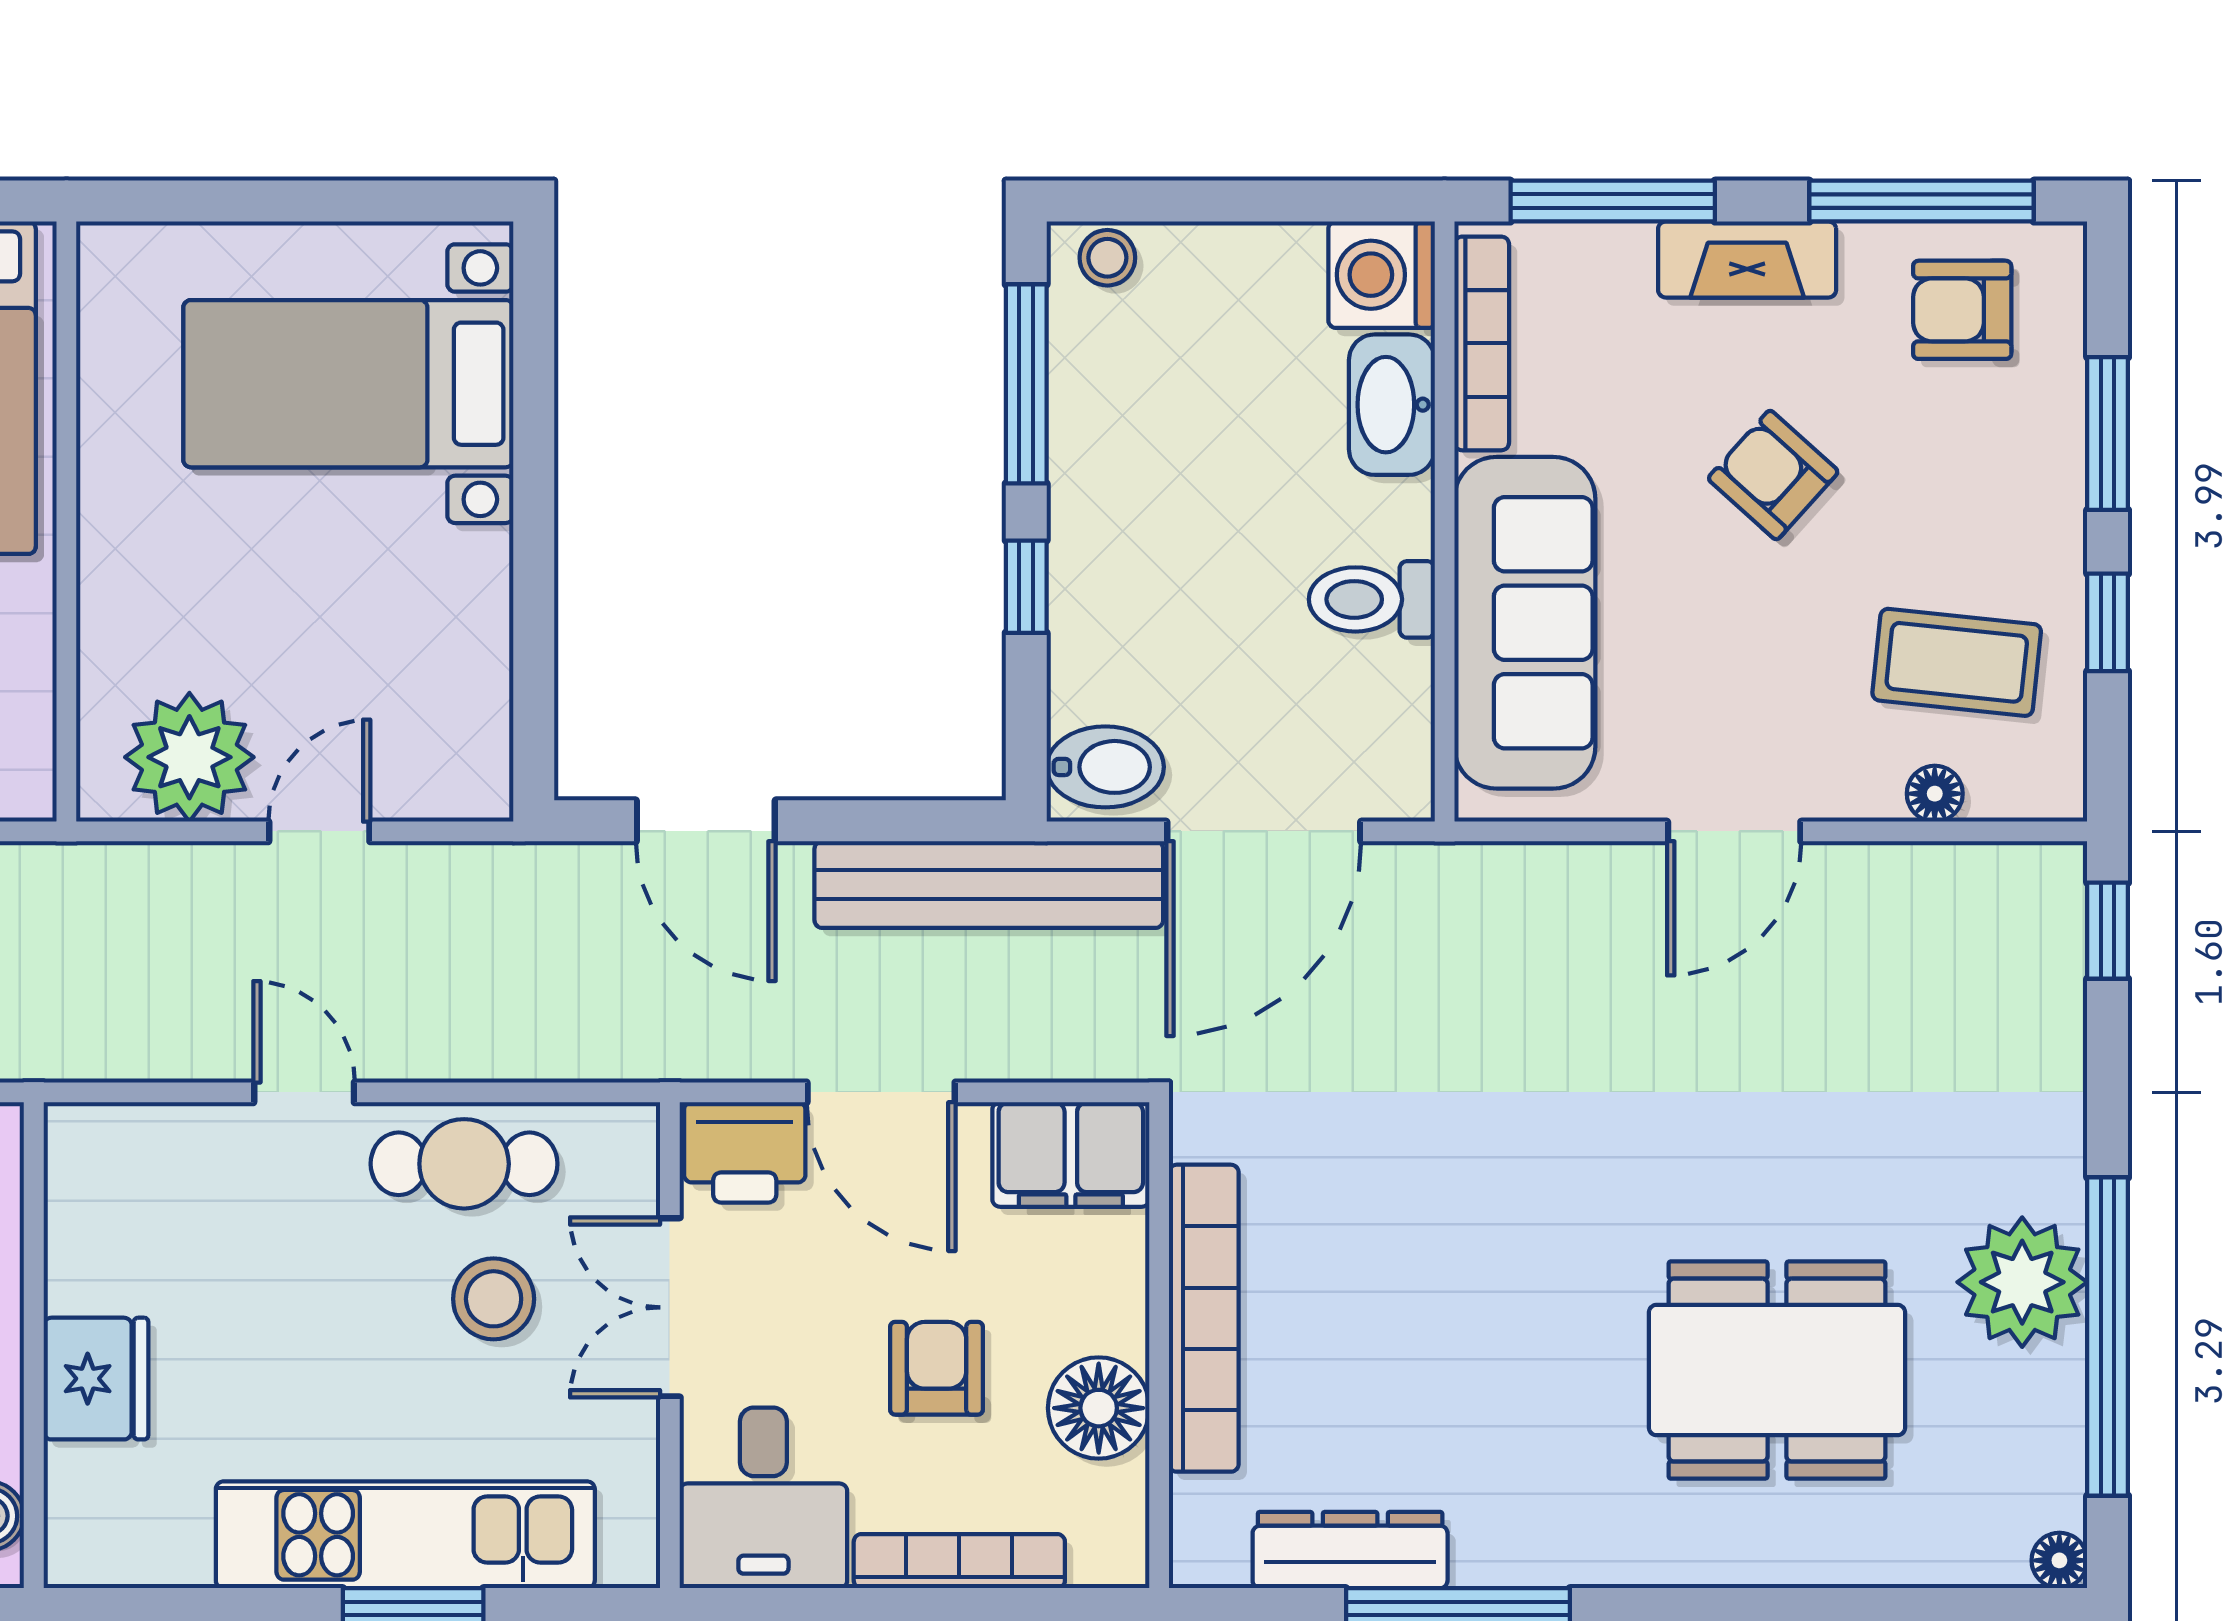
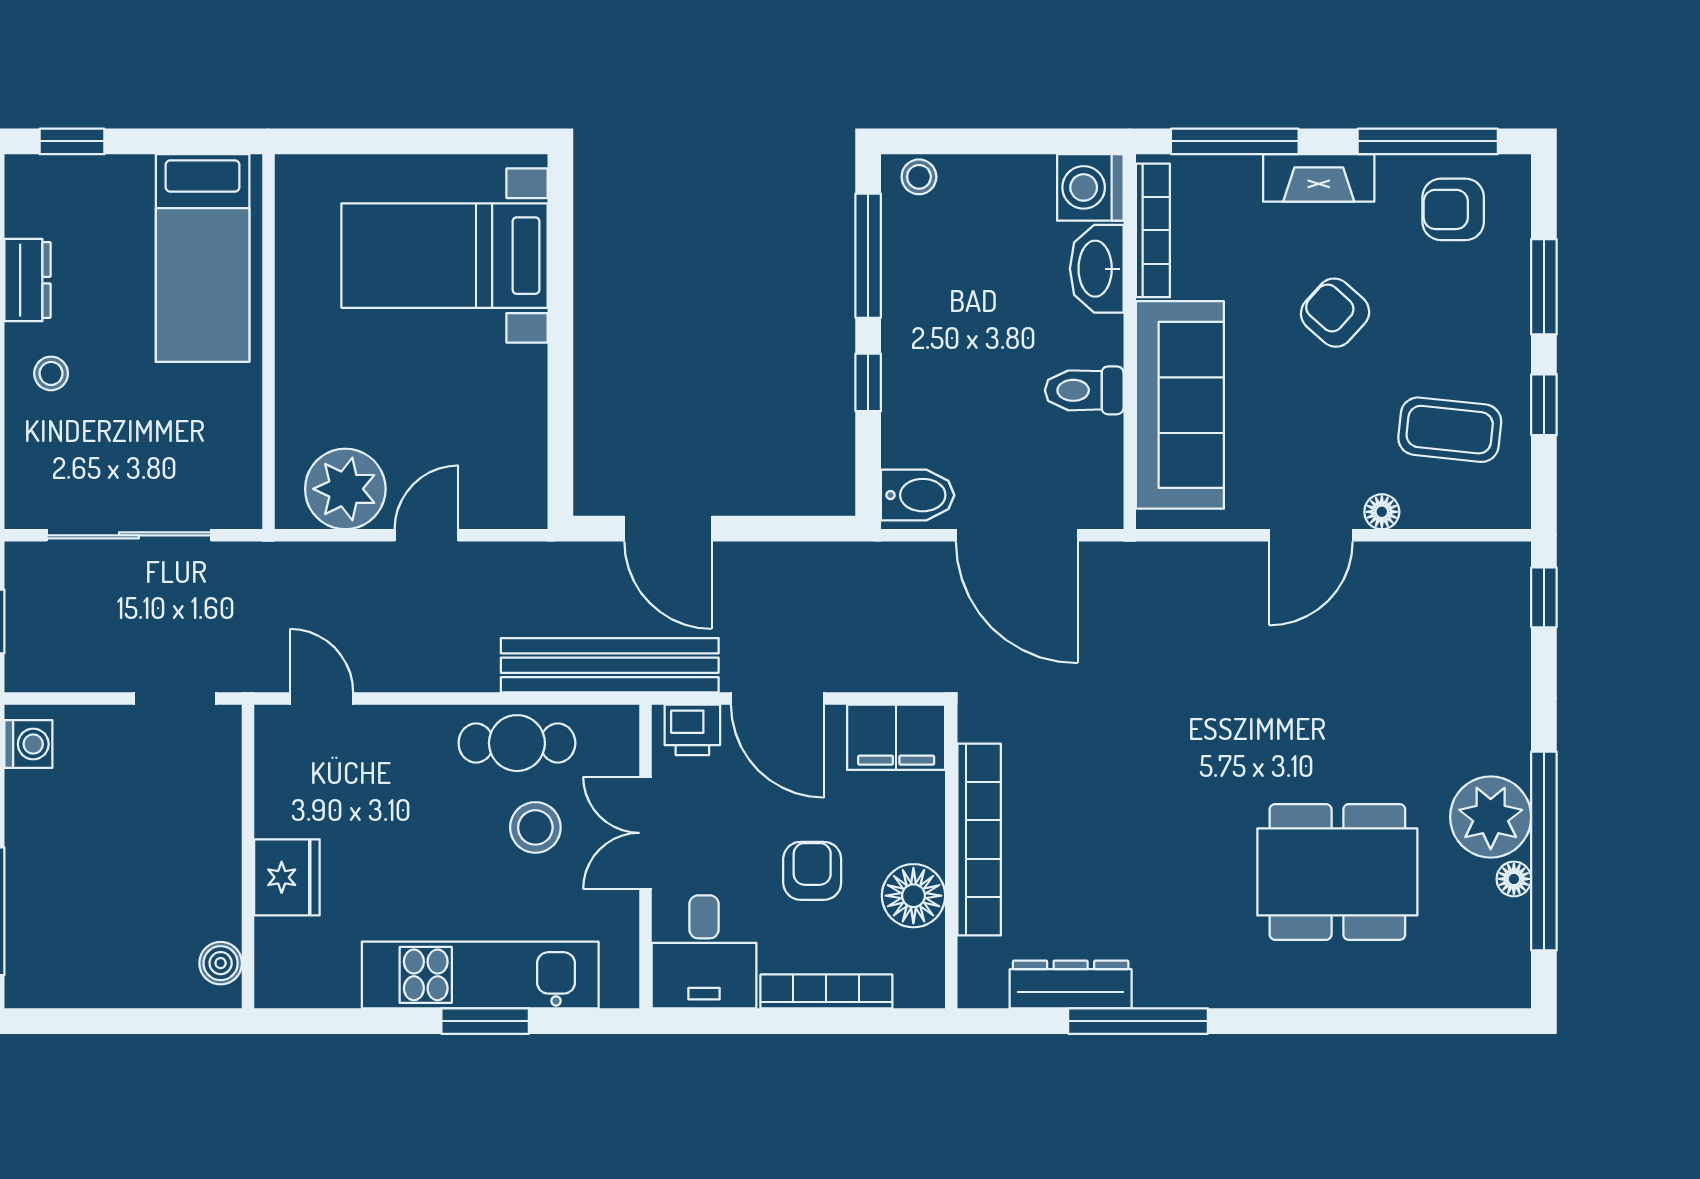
floor lamp: (1935, 794) -> (1382, 512), moved
door: (1264, 831) -> (1017, 535), hinge flipped
bench: (989, 885) -> (610, 665), moved
door: (304, 1092) -> (321, 698), moved
printer: (745, 1152) -> (692, 730), width x0.73, depth x0.81
floor lamp: (2059, 1560) -> (1514, 879), moved

